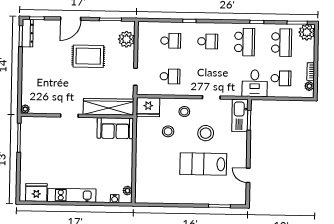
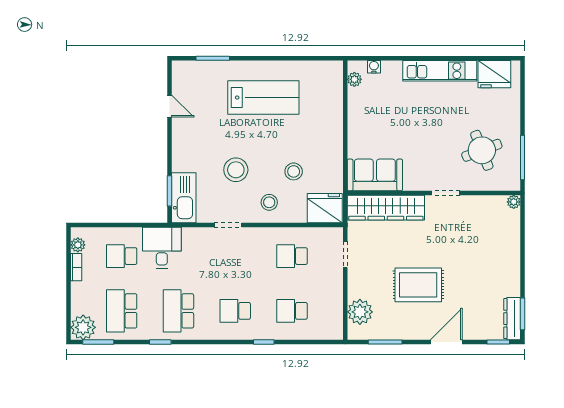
round table: (45, 143) -> (482, 150), added
lab bench: (203, 164) -> (263, 98), moved

